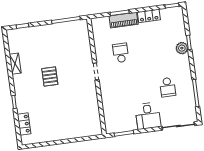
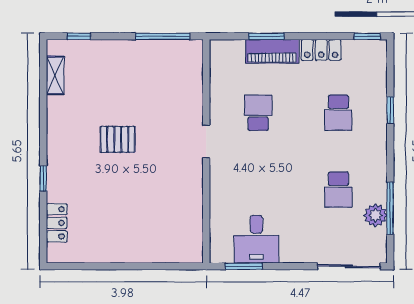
school desk: (162, 47) -> (338, 113), added
plant: (182, 48) -> (376, 215), moved
shelving: (15, 64) -> (55, 75), moved
pallet: (50, 76) -> (118, 139), turned 90
desk: (148, 116) -> (256, 239), moved

